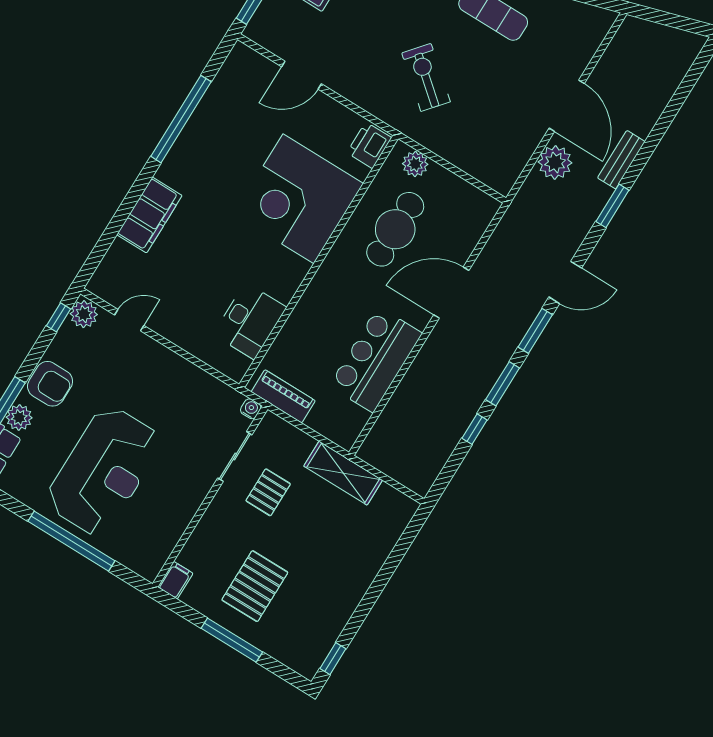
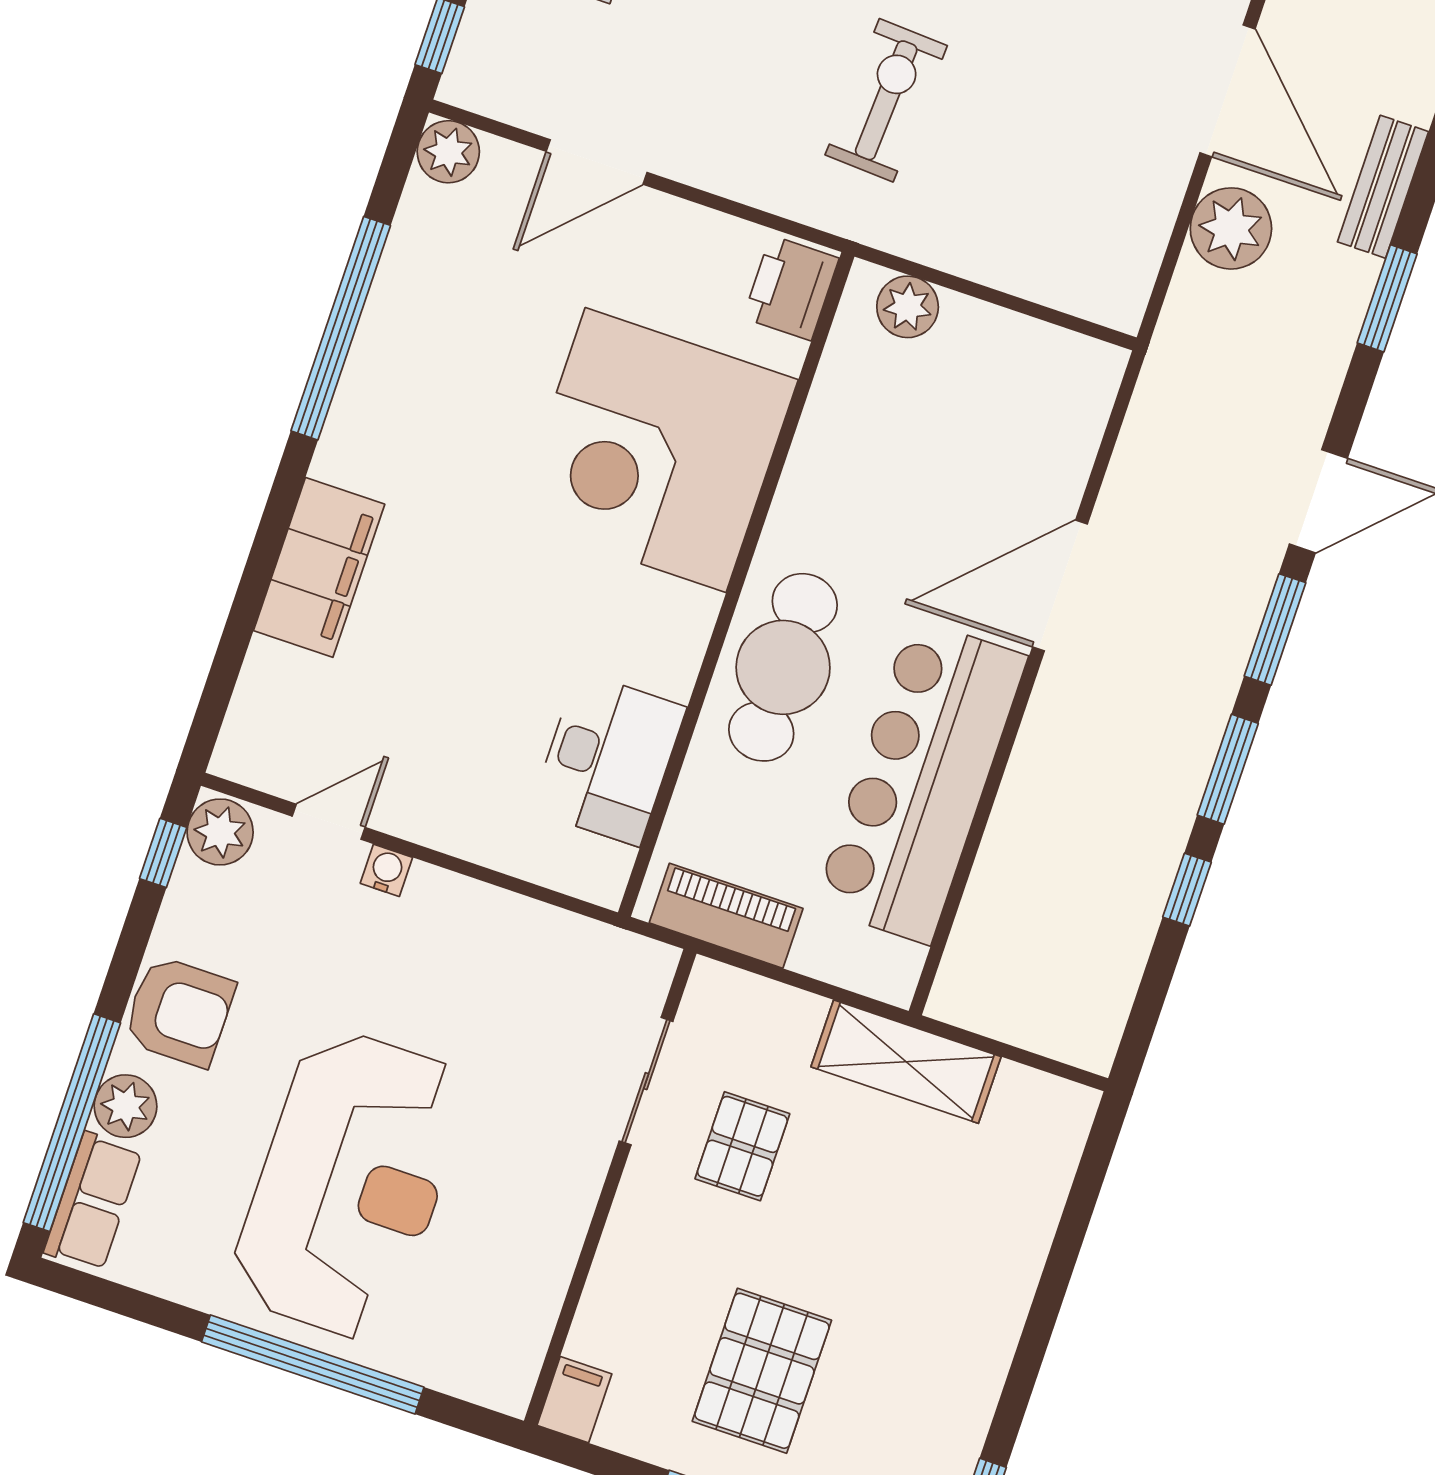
plant: (242, 57) -> (448, 152), added
exercise bike: (426, 77) -> (886, 100), turned 53
cafe table: (395, 229) -> (783, 667), moved
bar counter: (376, 360) -> (921, 781), width x1.36
water cooler: (251, 409) -> (386, 870), moved

